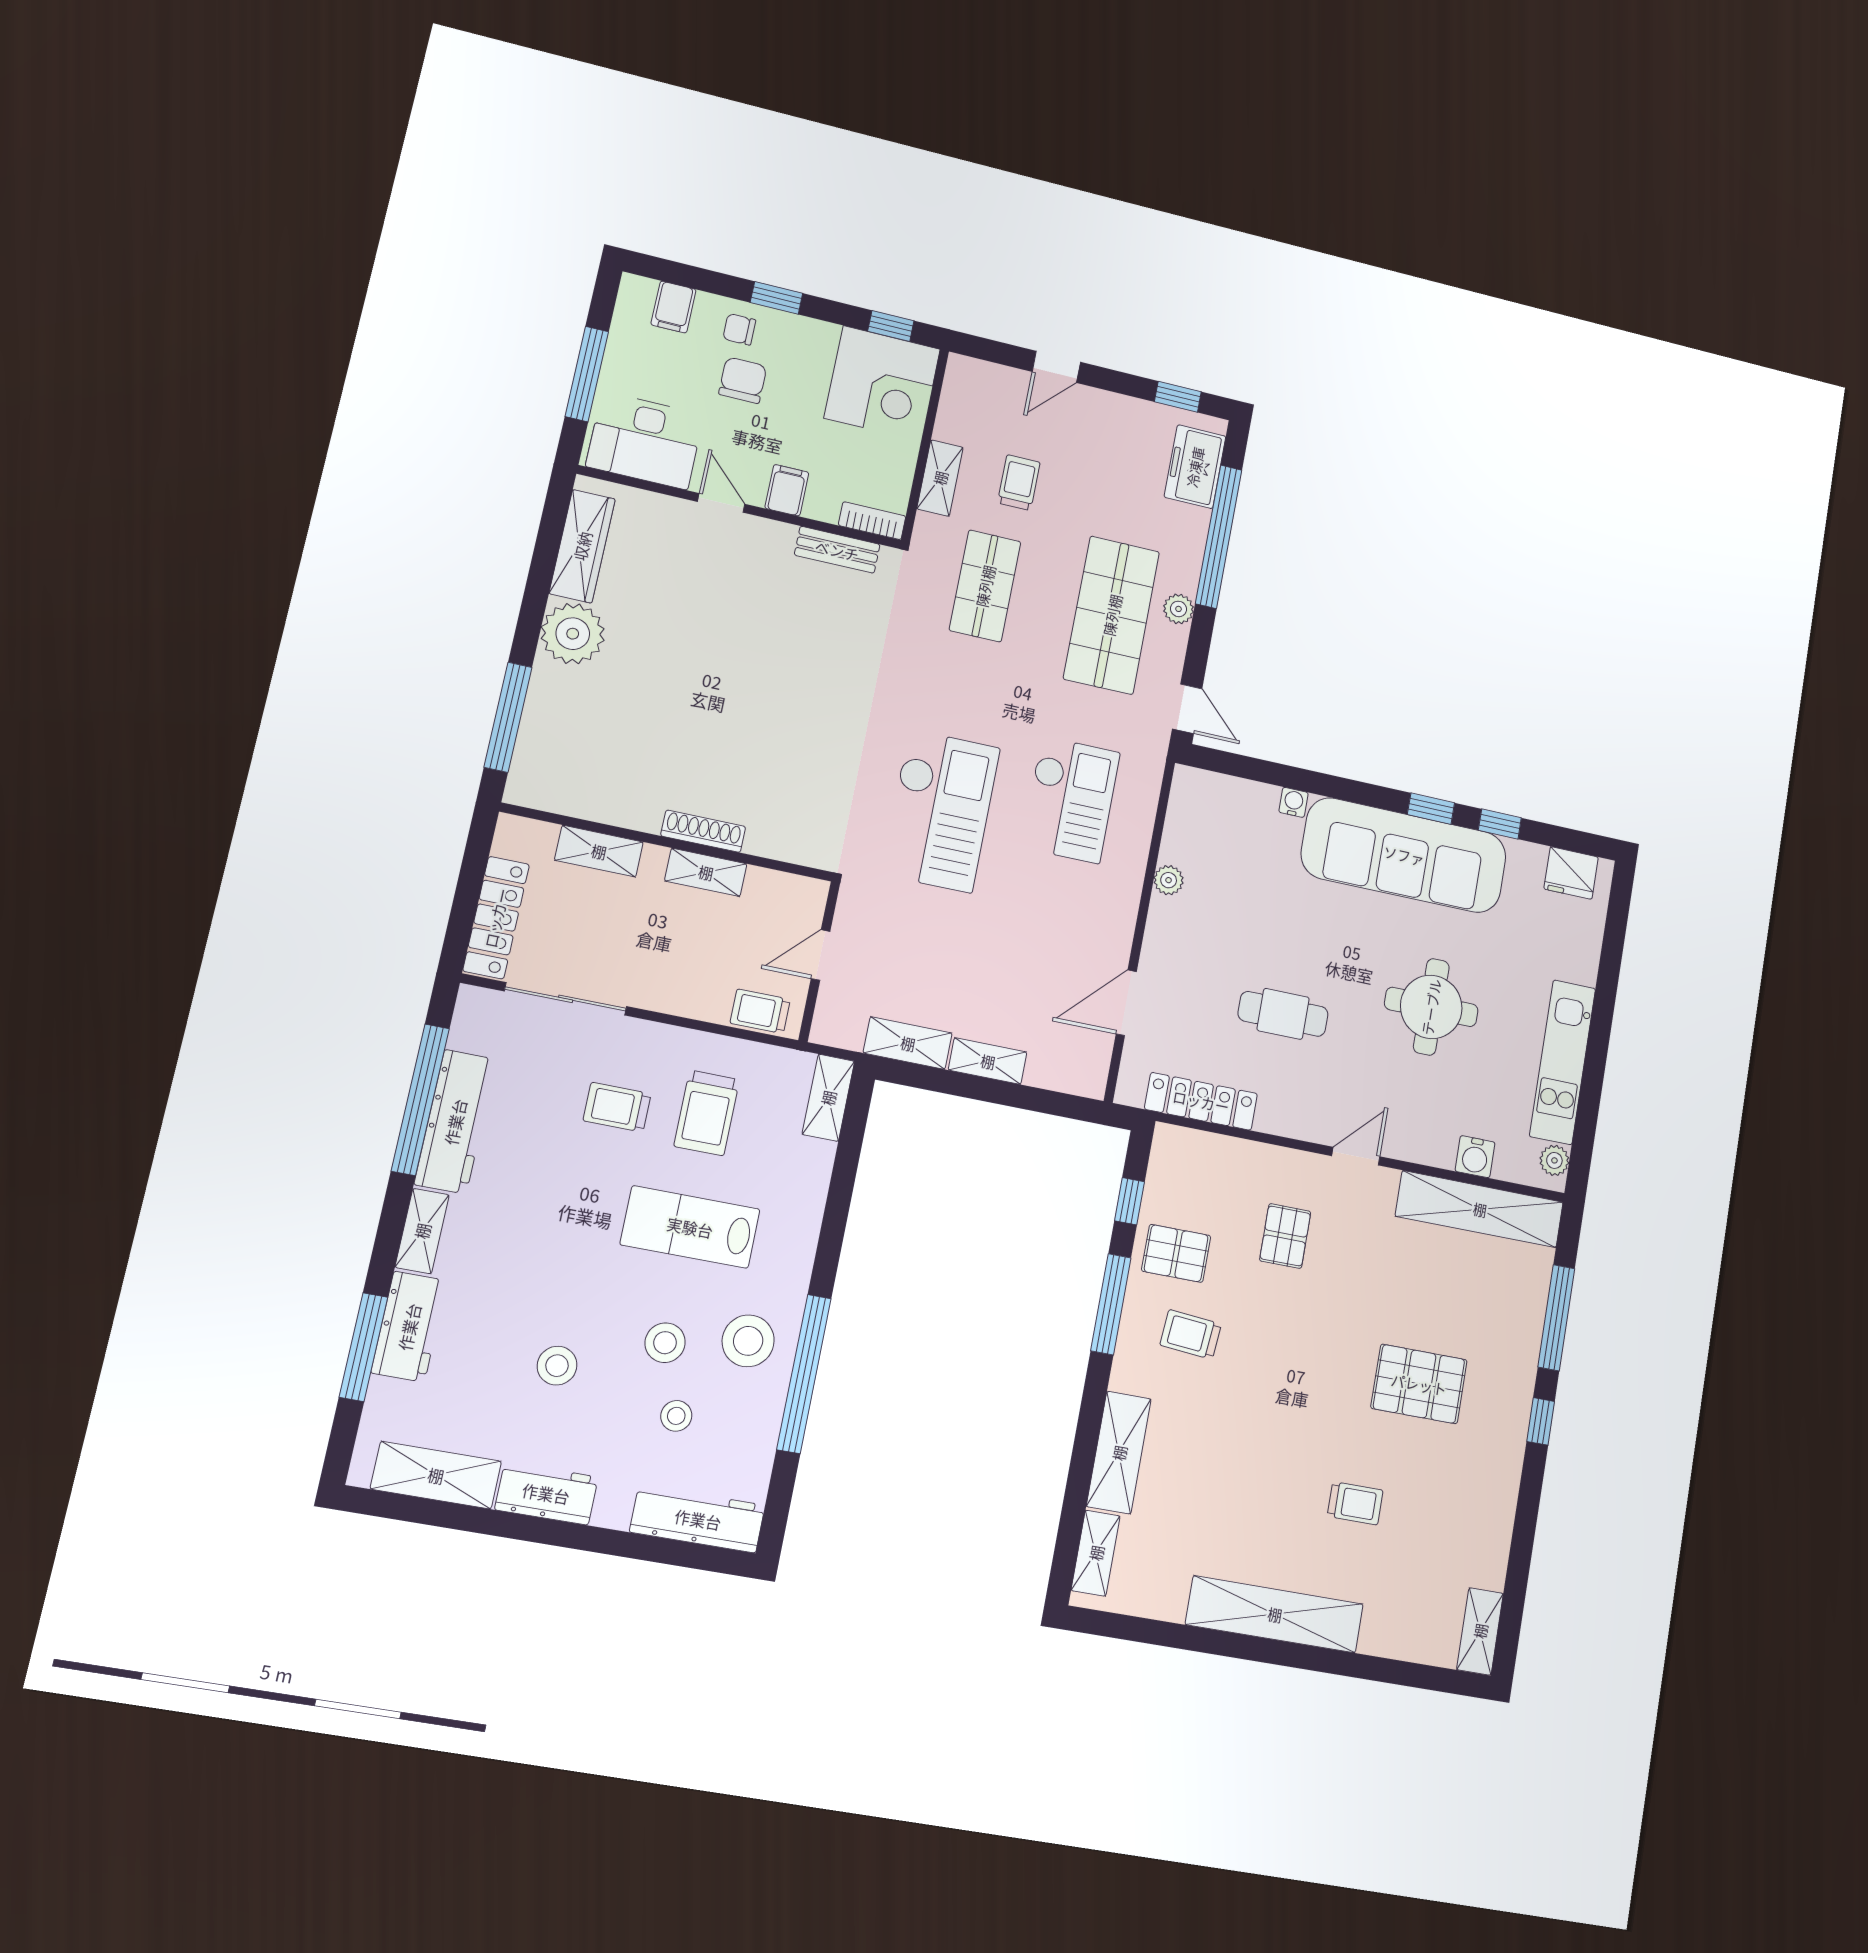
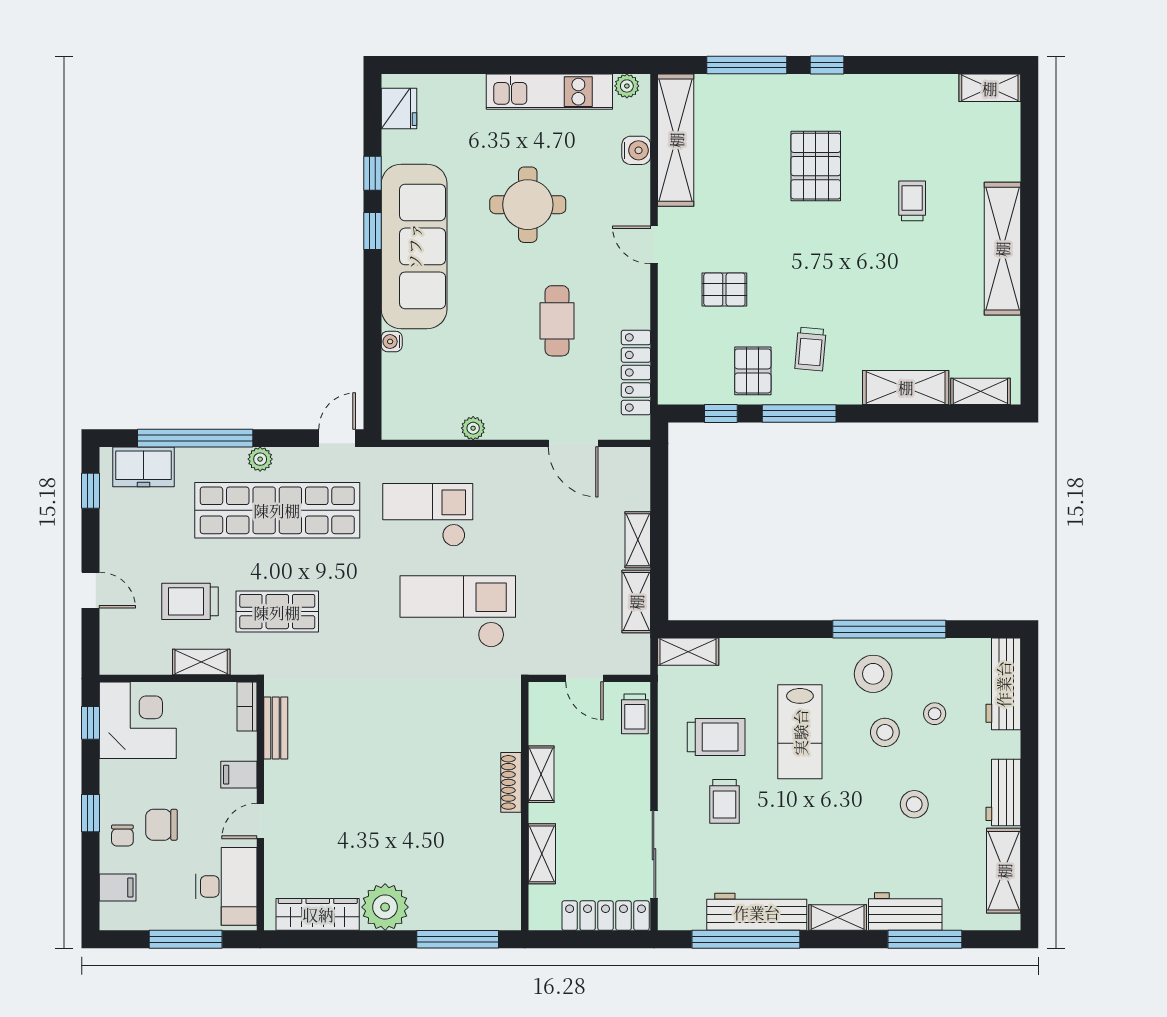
trolley: (1019, 483) -> (190, 601), width x1.36, depth x1.39
shop shelf: (1112, 615) -> (277, 510), width x1.40

